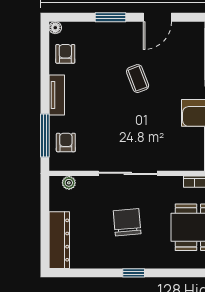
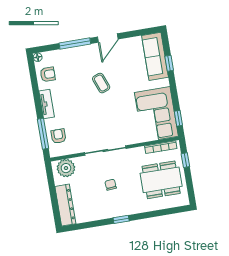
window: (110, 17) -> (75, 43), width x1.44
armchair: (65, 54) -> (48, 74), turned 90
plant: (69, 183) -> (66, 168), width x1.87, depth x1.87
chair: (127, 222) -> (111, 185), width x0.54, depth x0.54

